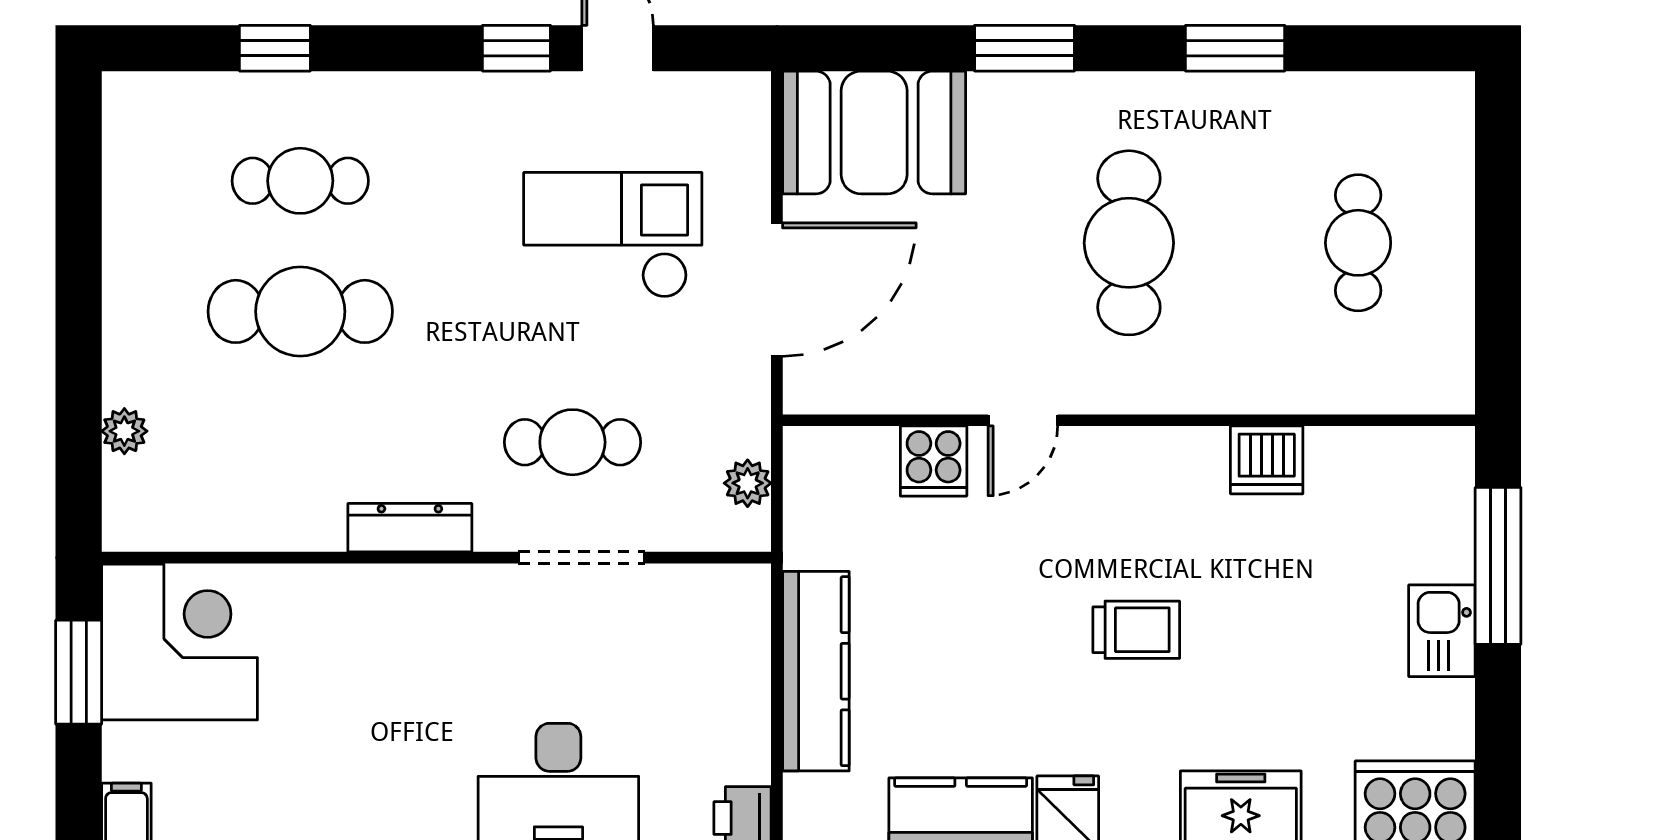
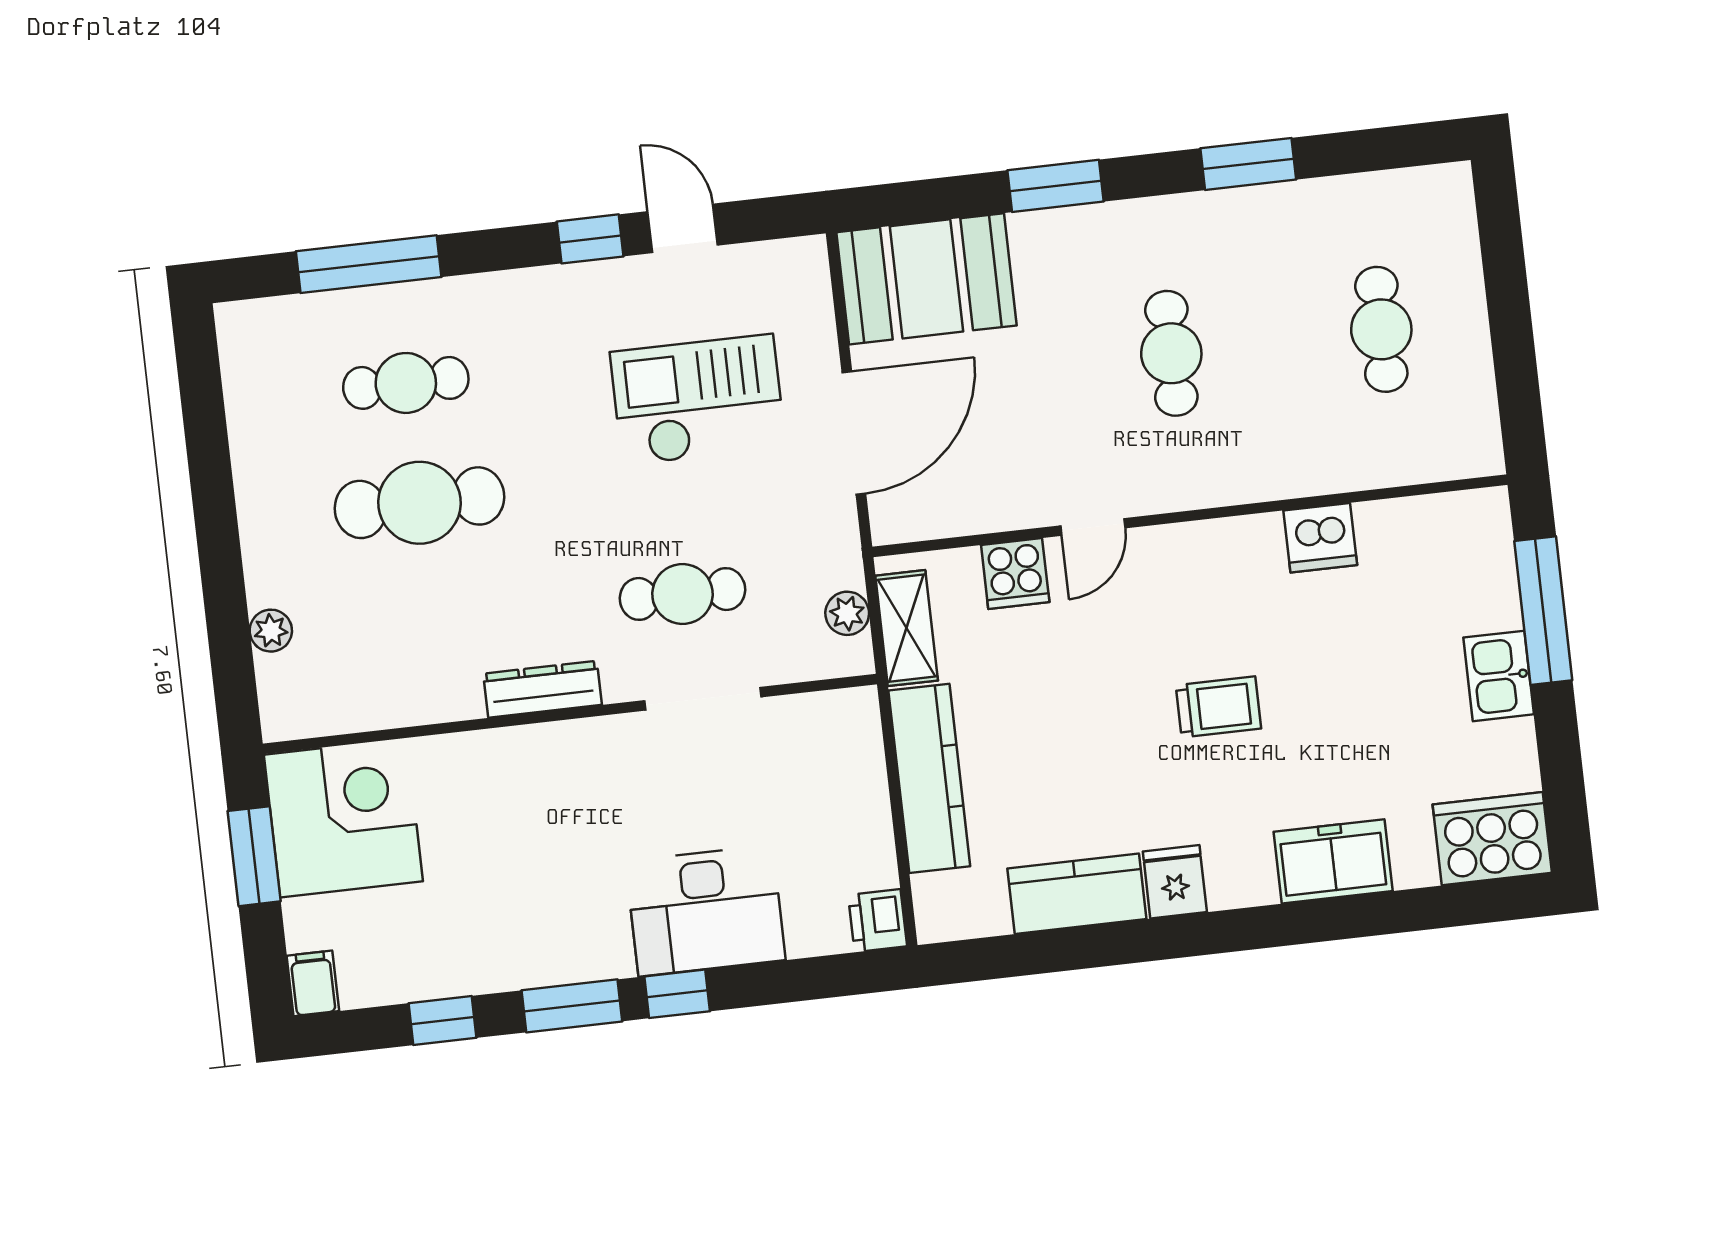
window: (275, 48) -> (369, 264), width x2.17
cafe table: (1129, 243) -> (1171, 353), width x0.73, depth x0.74
shelving: (810, 506) -> (907, 628), added

